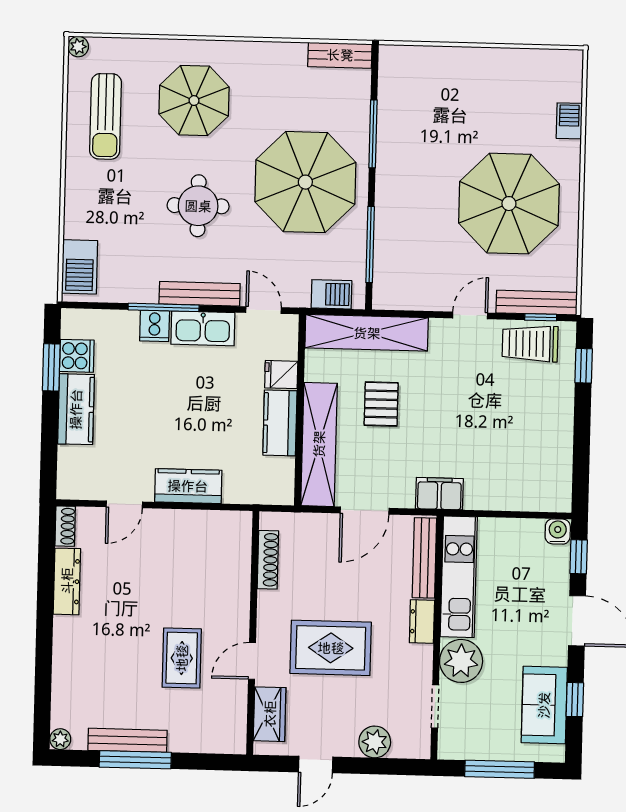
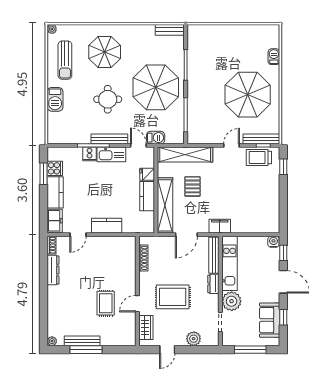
barbecue: (80, 267) -> (55, 99), moved
barbecue: (331, 294) -> (156, 138), moved
freezer: (73, 472) -> (55, 221), added

